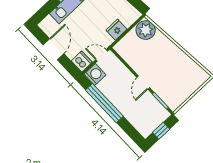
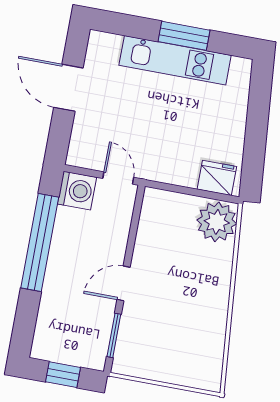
fridge: (116, 30) -> (217, 178), moved
door: (54, 49) -> (68, 88), swing flipped
dishwasher: (82, 61) -> (83, 151), removed

